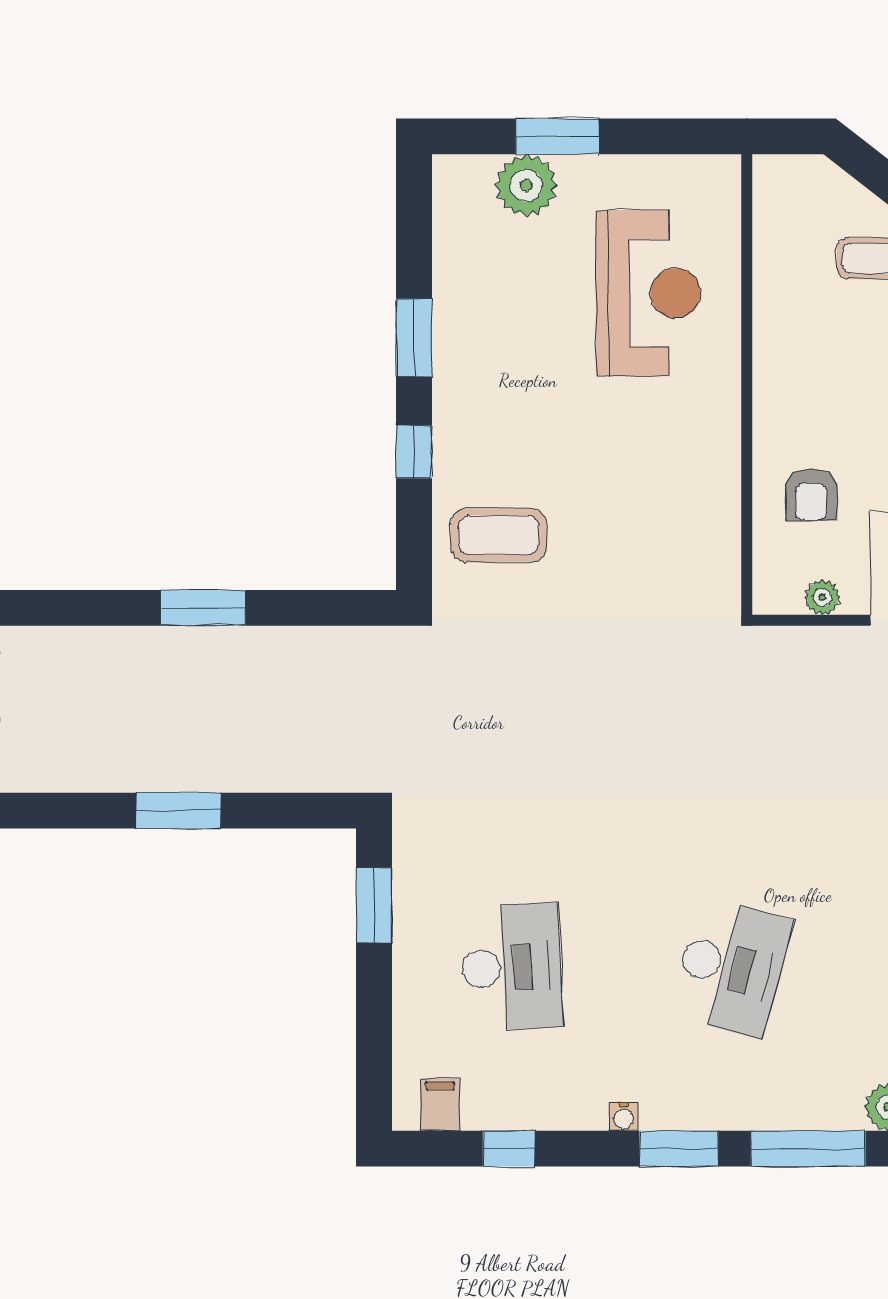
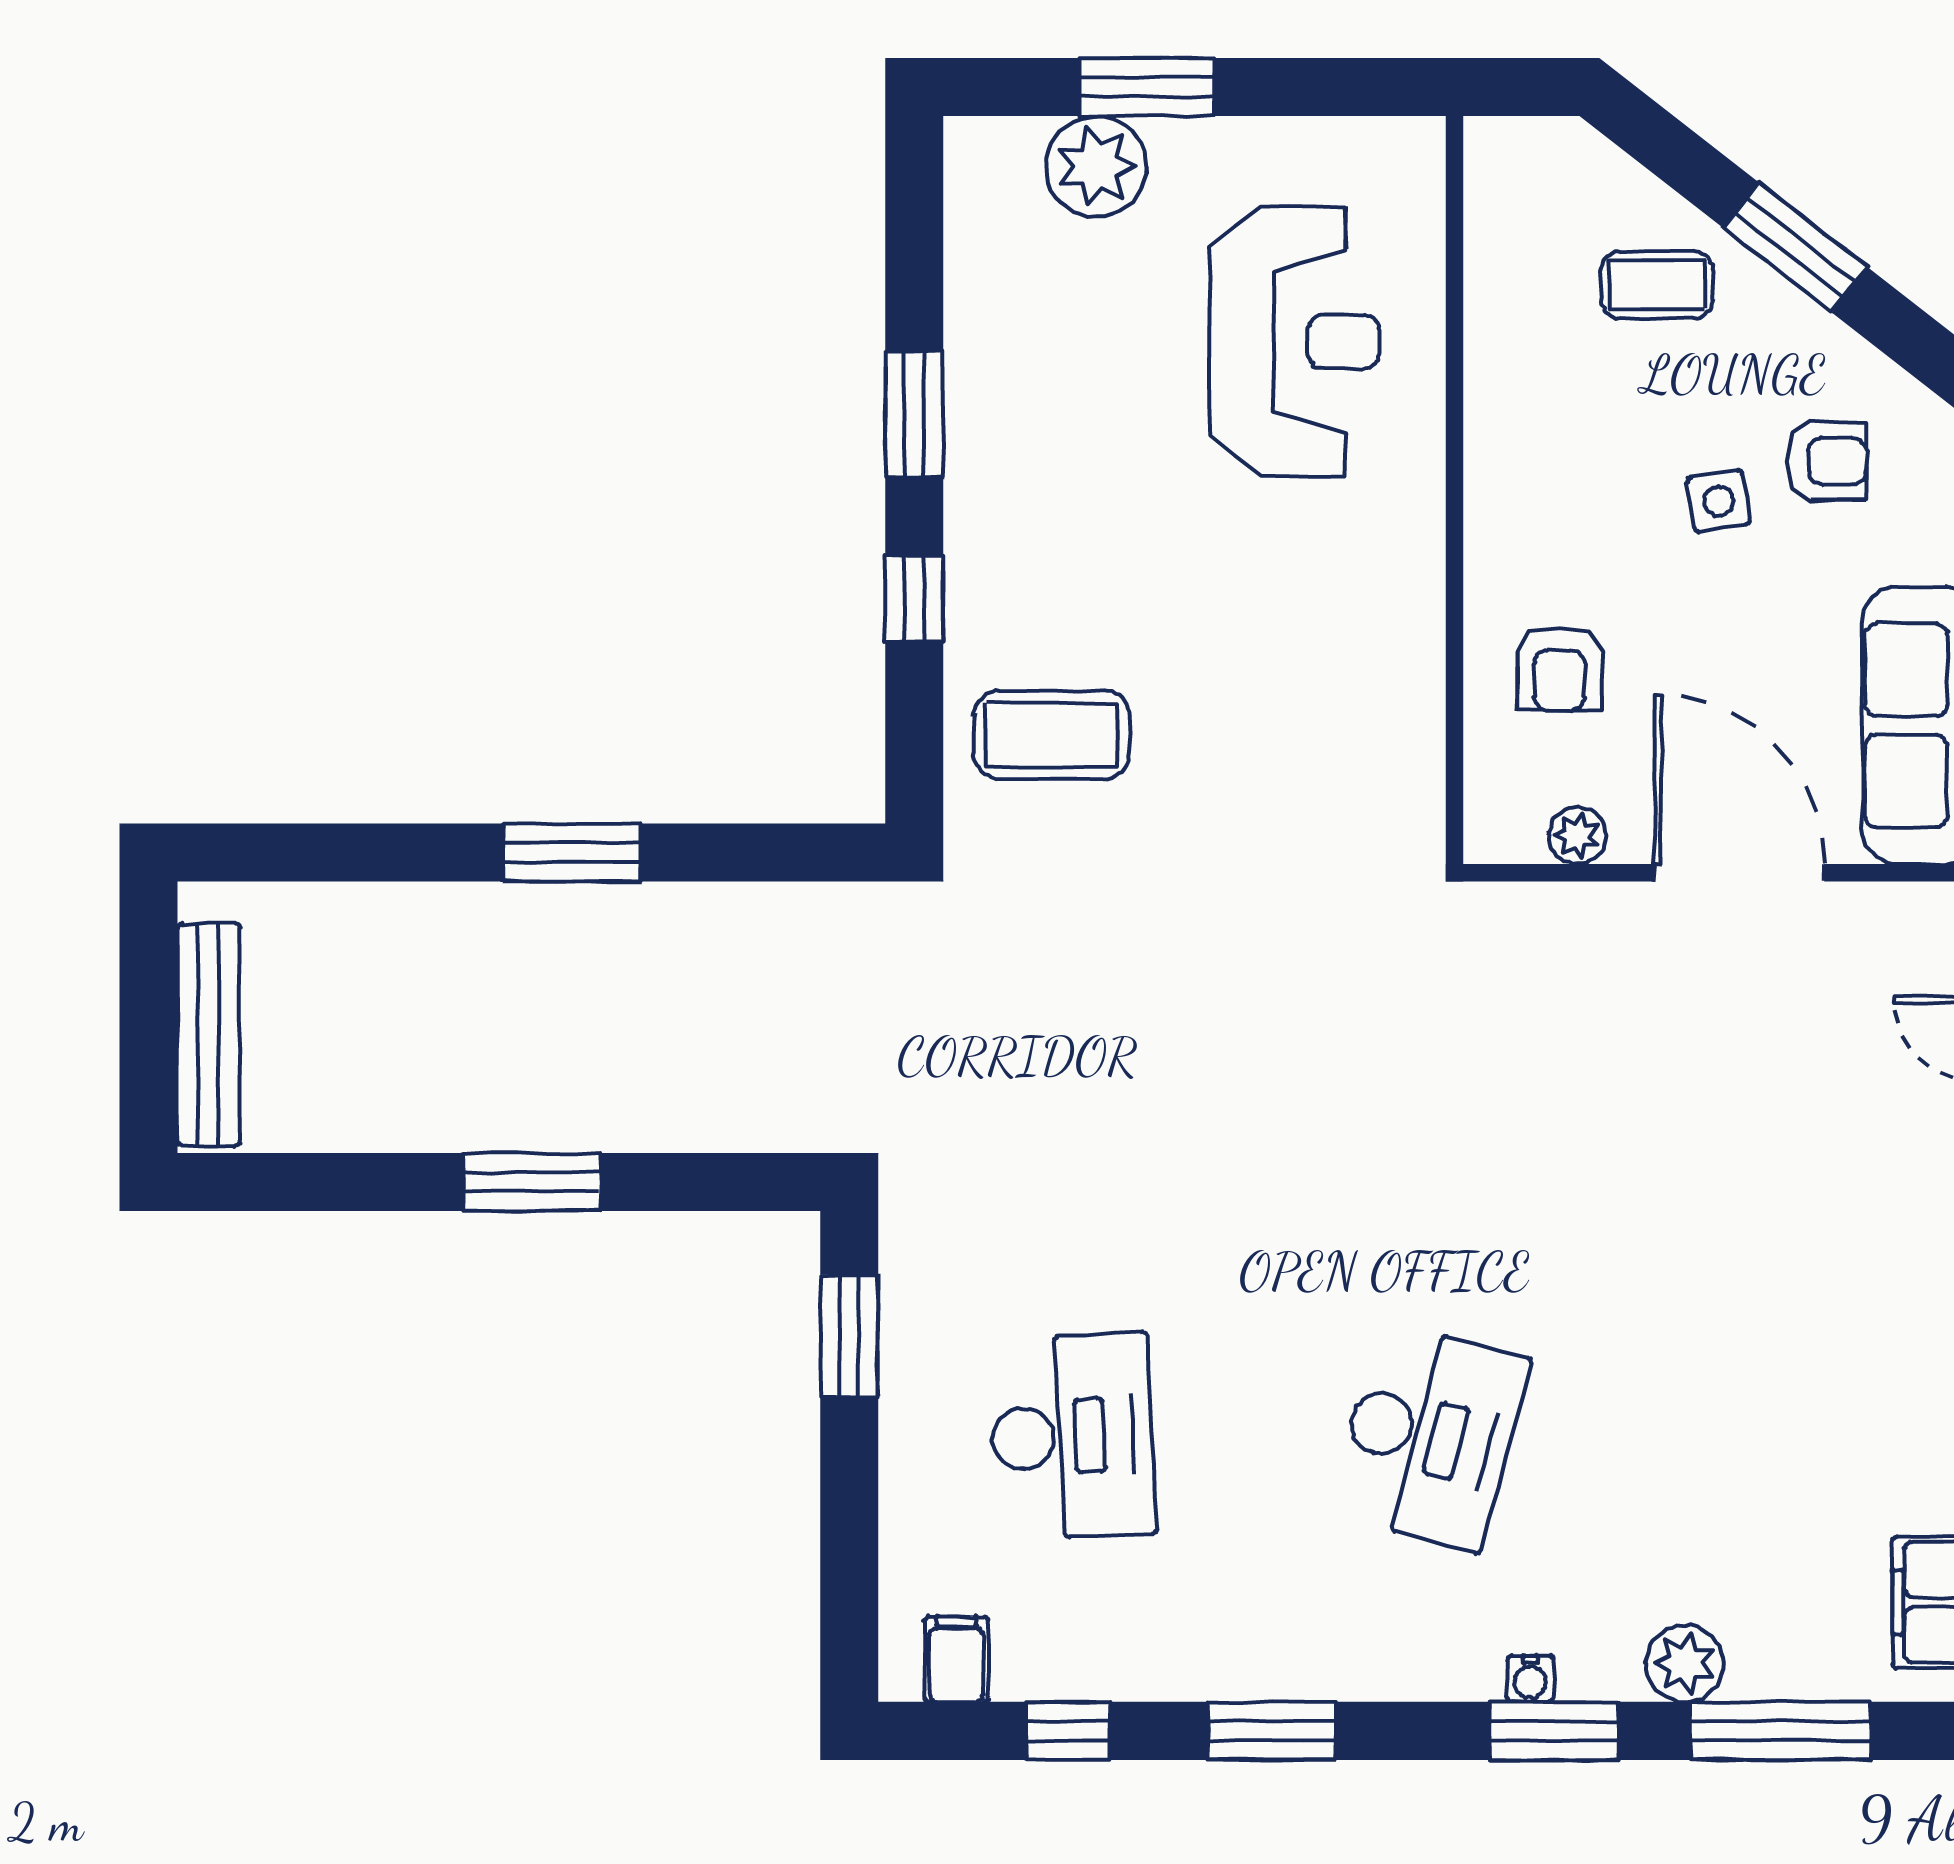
water cooler: (624, 1117) -> (1530, 1679), moved
window: (679, 1149) -> (1272, 1731), moved
window: (808, 1149) -> (1554, 1731), width x0.69

